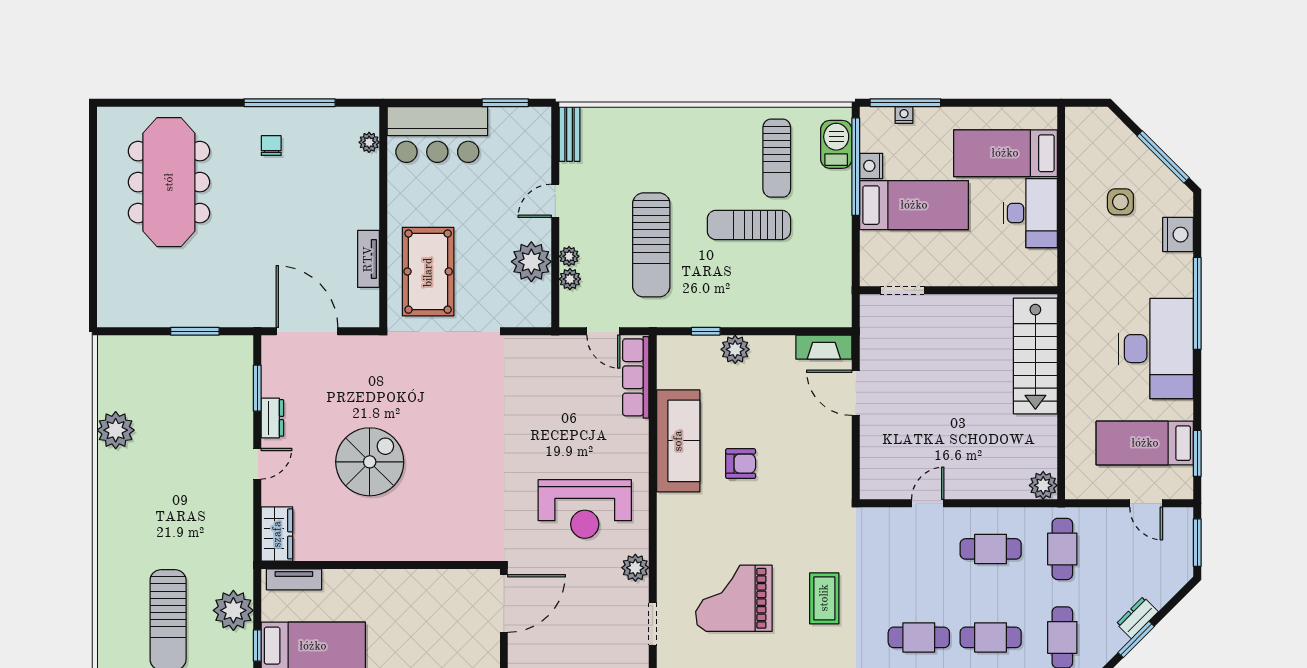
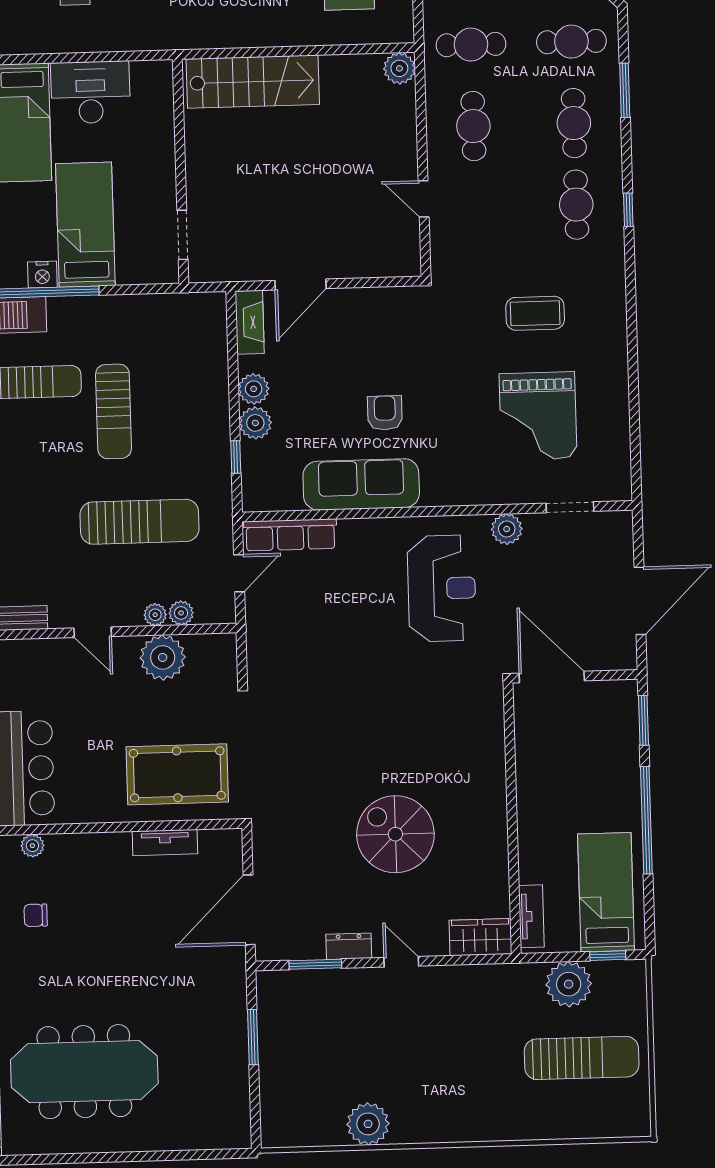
chair: (271, 146) -> (36, 915), moved
plant: (765, 349) -> (254, 389), added

